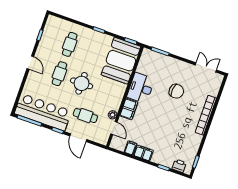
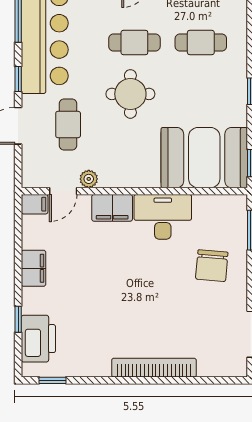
chair: (176, 91) -> (212, 266), moved
filing cabinet: (130, 148) -> (35, 204), moved
printer: (179, 166) -> (38, 339), width x1.87, depth x1.48

